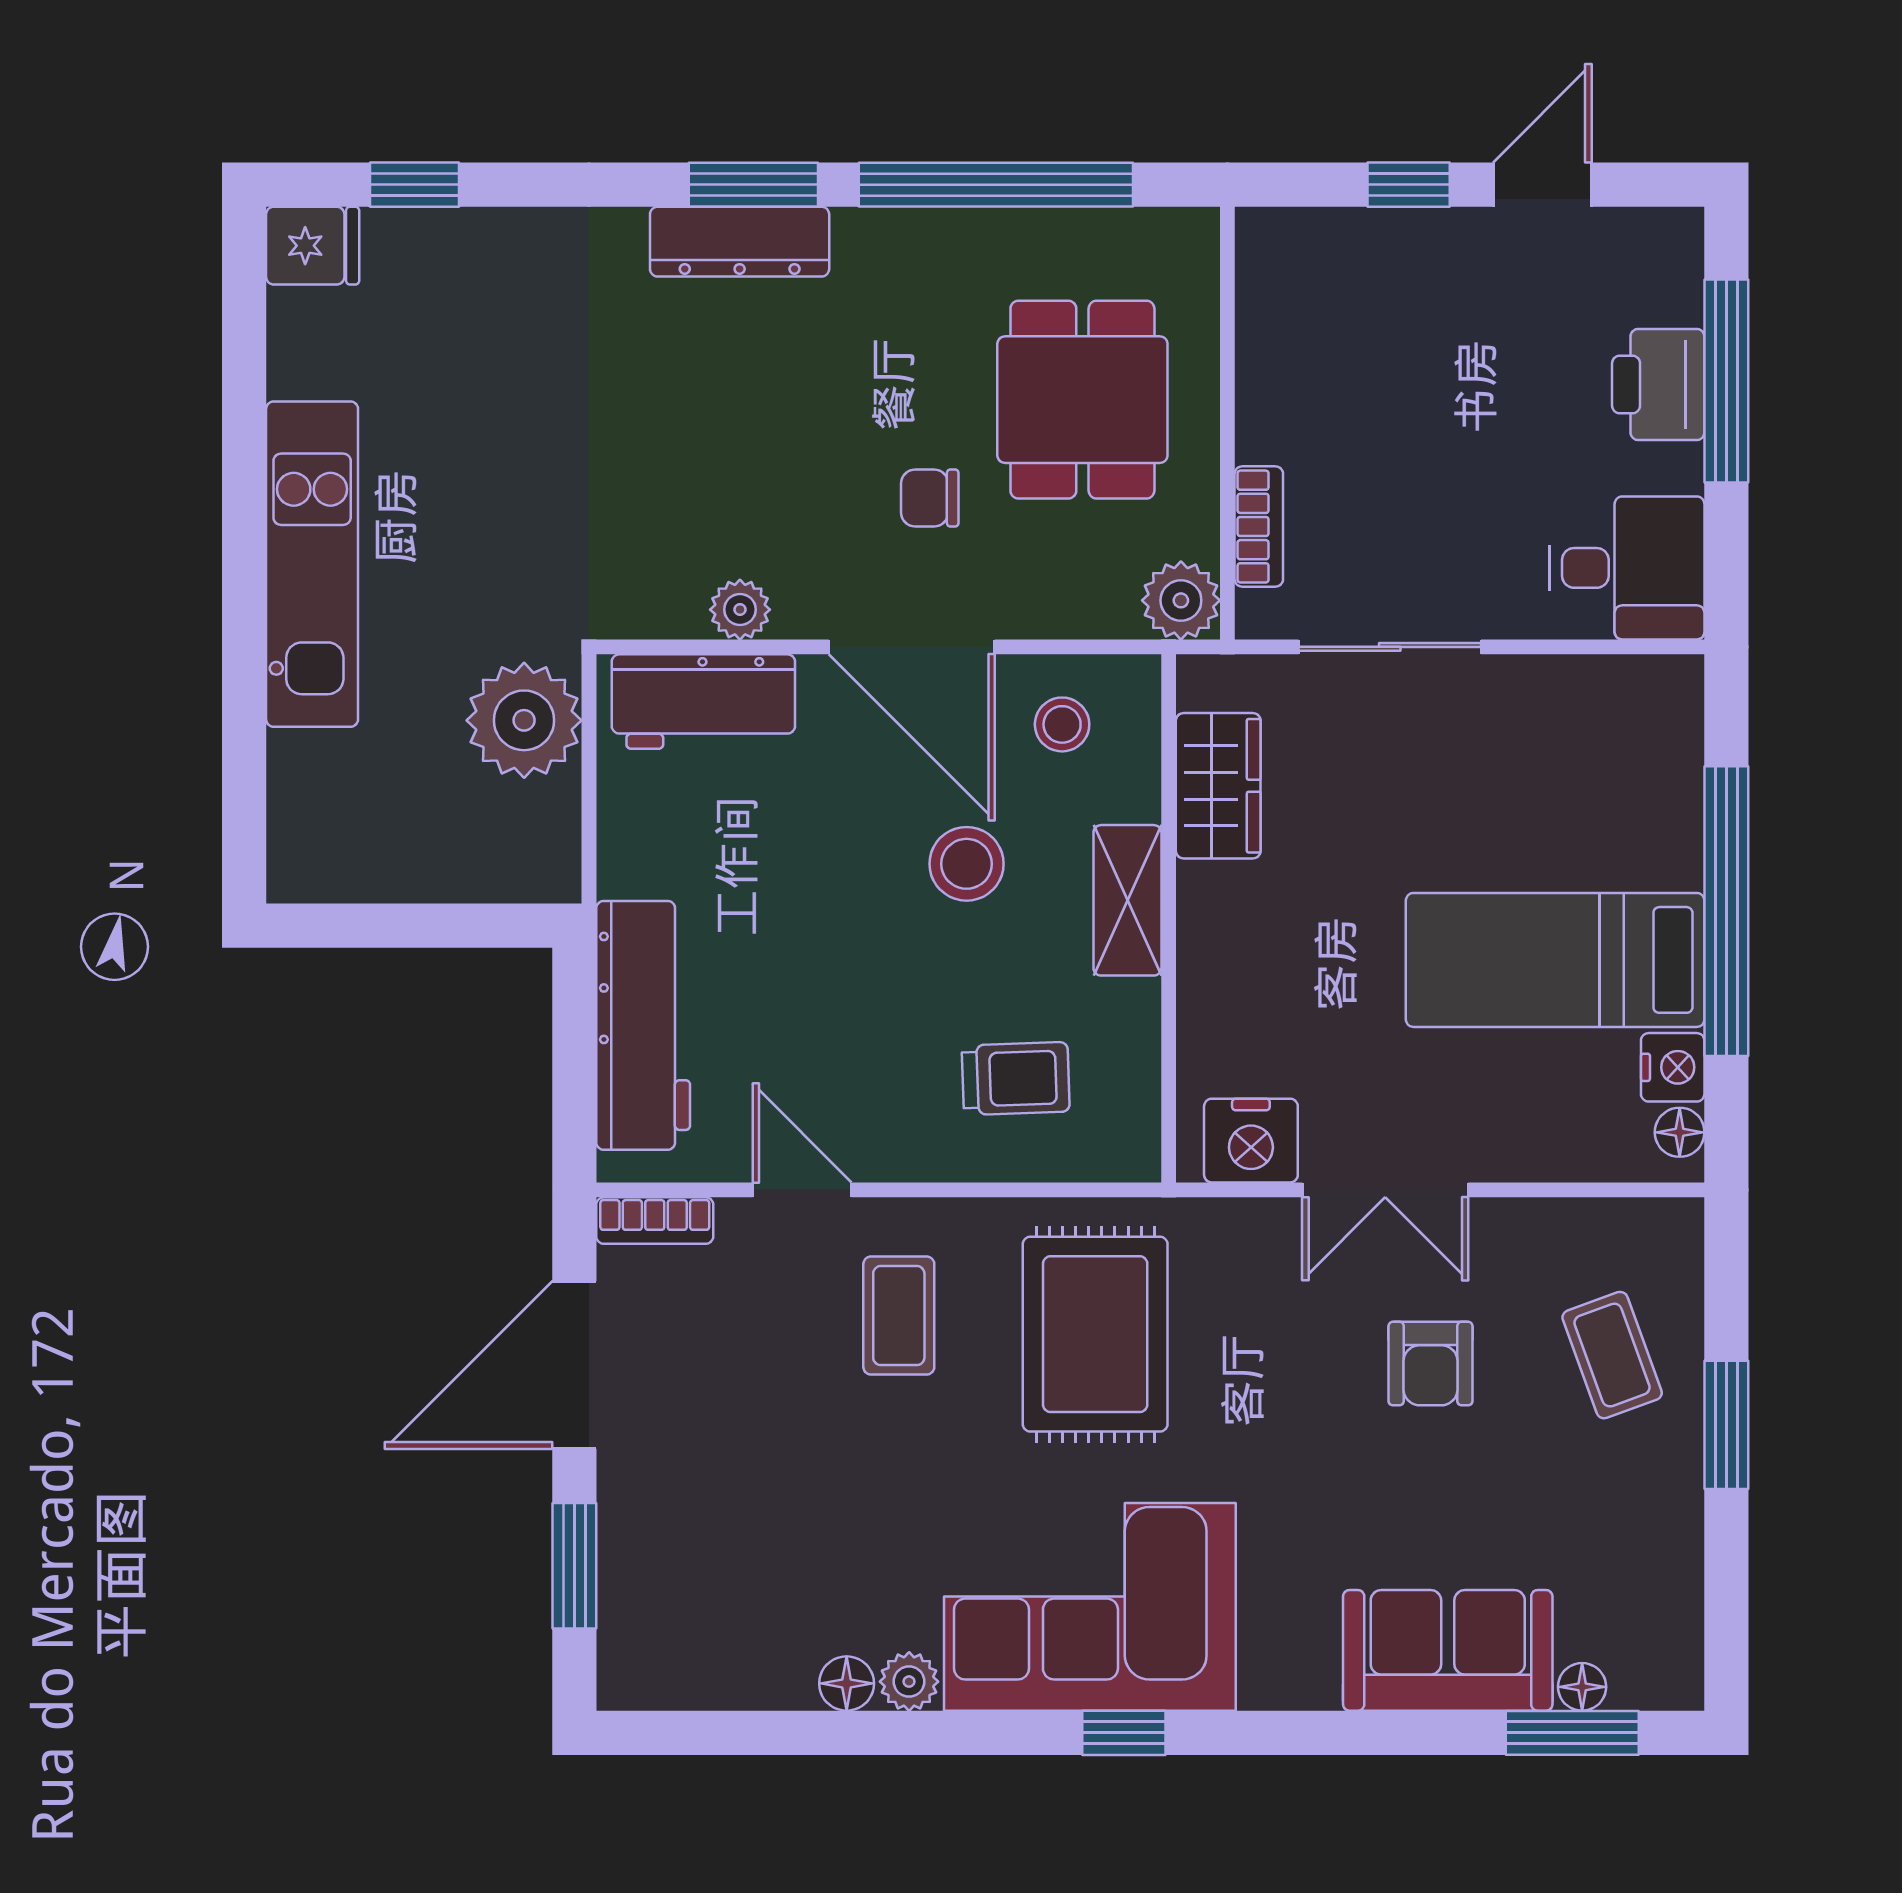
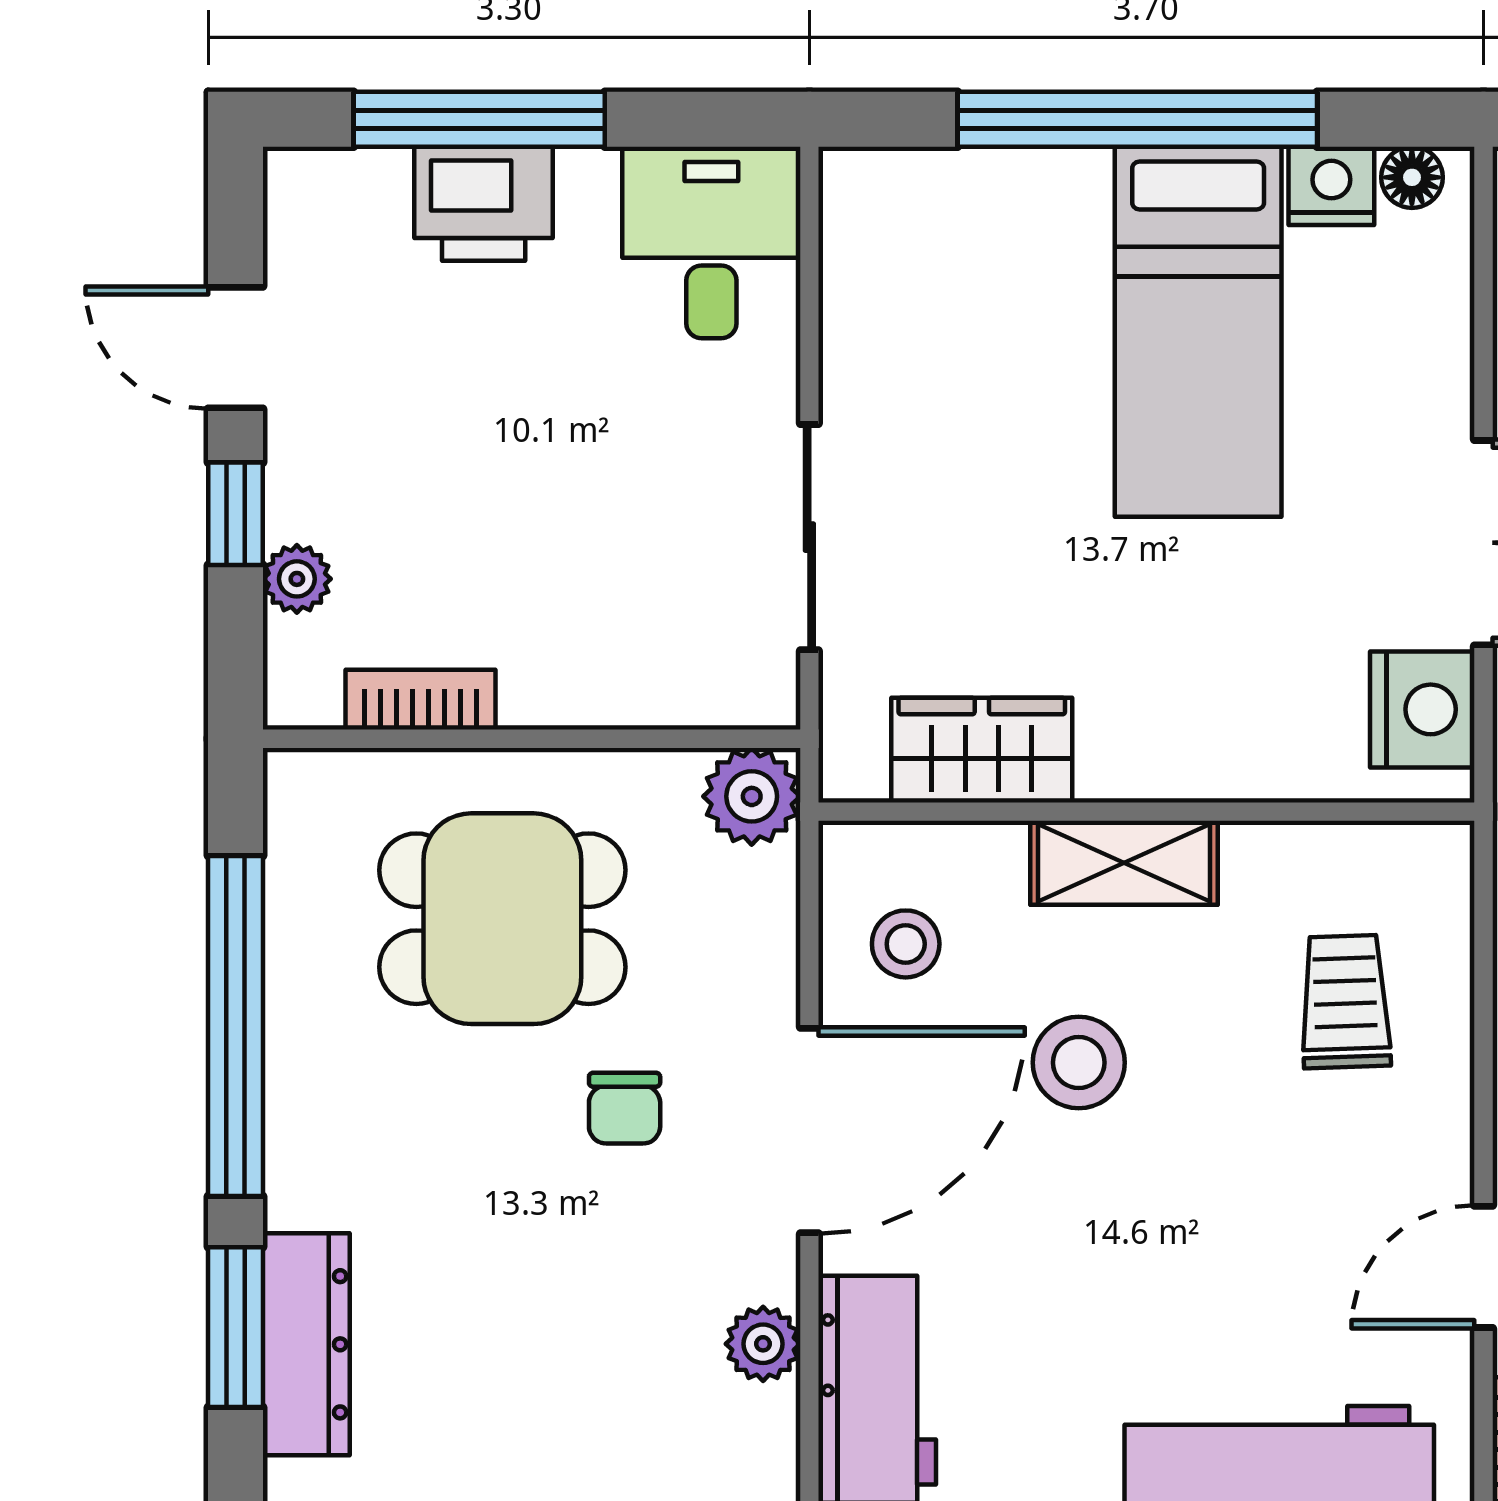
plant: (1356, 234) -> (297, 579), added
bookcase: (1259, 527) -> (420, 700), moved

